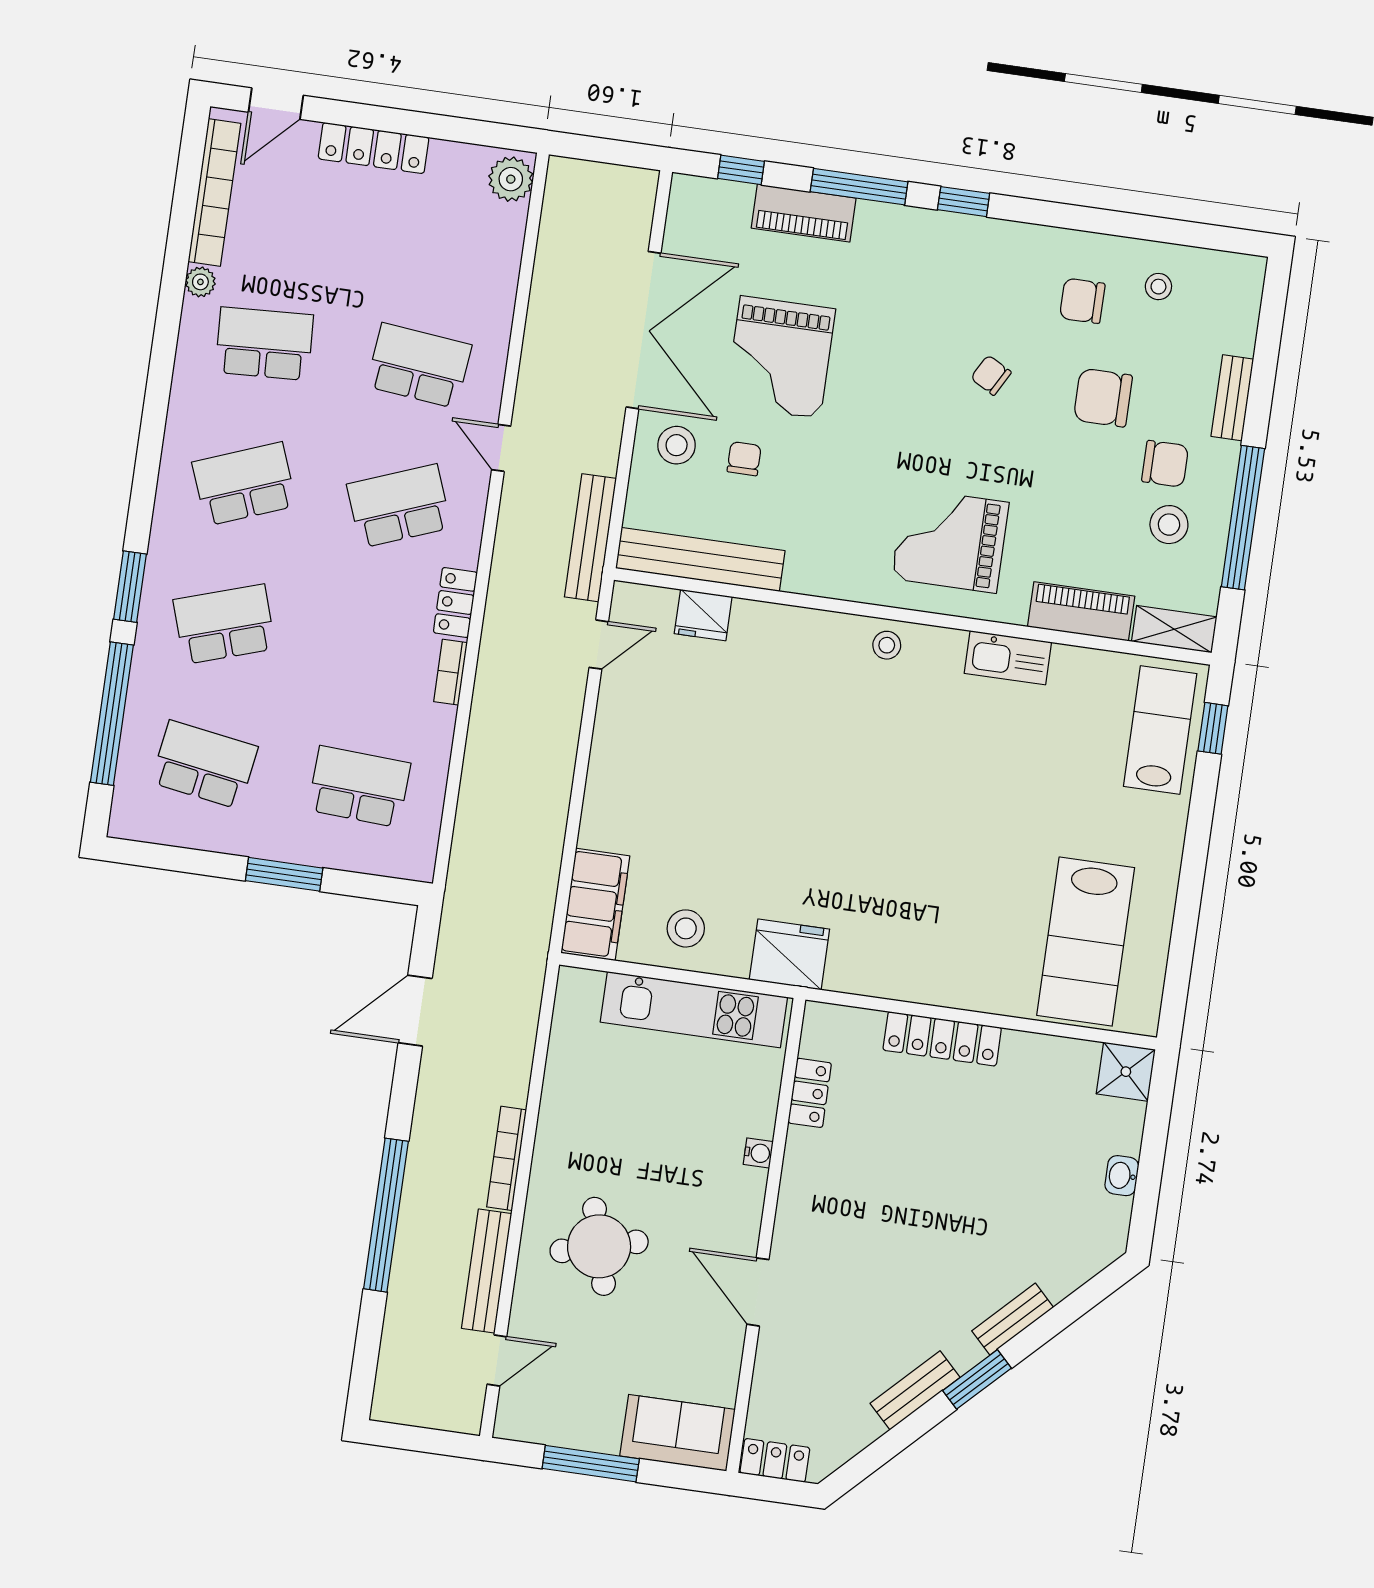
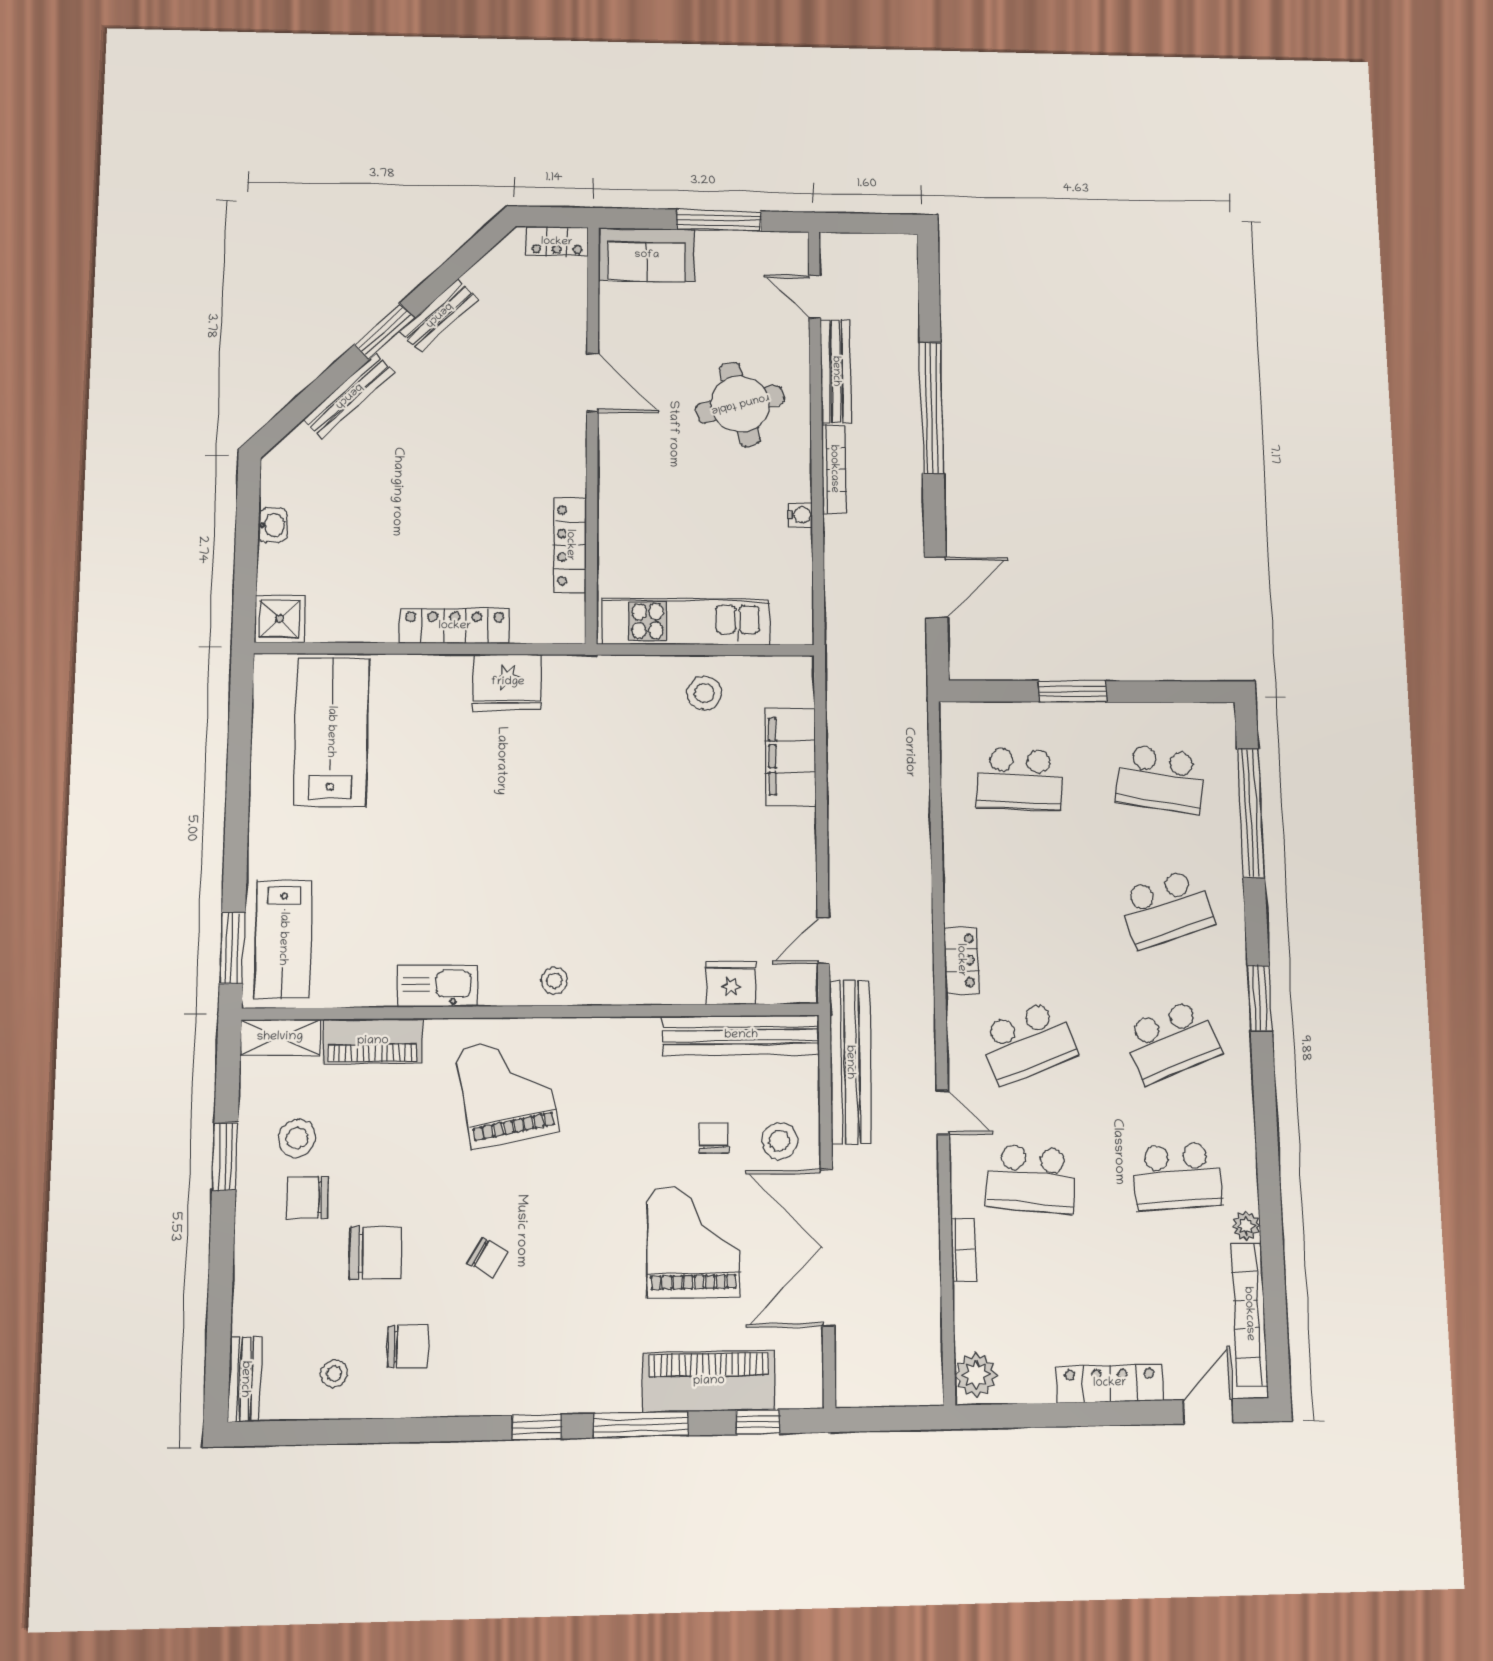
piano: (804, 213) -> (709, 1381), width x1.37, depth x1.33
bench: (1232, 398) -> (245, 1379), moved
chair: (744, 459) -> (714, 1138), turned 180
window: (1243, 518) -> (225, 1156), width x0.47
bench: (590, 538) -> (850, 1062), width x1.37, depth x1.21
grand piano: (950, 540) -> (507, 1090), turned -101
window: (130, 587) -> (1260, 998), moved
bookcase: (451, 672) -> (963, 1250), moved
window: (1213, 728) -> (232, 948), width x1.50
filing cabinet: (595, 904) -> (790, 756), moved
fridge: (789, 954) -> (508, 682), moved
locker: (810, 1093) -> (570, 545), width x1.53
water cooler: (758, 1153) -> (800, 515), moved, turned 180
bench: (1013, 1319) -> (349, 396), width x1.36
door: (497, 1360) -> (815, 297), hinge flipped

